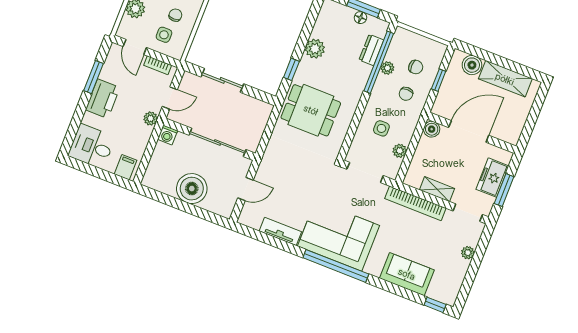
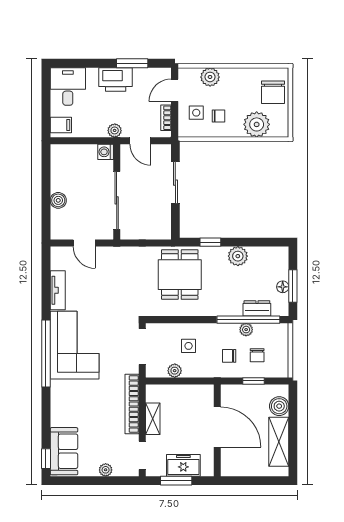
boiler: (432, 129) -> (206, 392), removed
boiler: (192, 189) -> (58, 200), width x0.54, depth x0.54
sofa: (407, 274) -> (64, 451), moved

